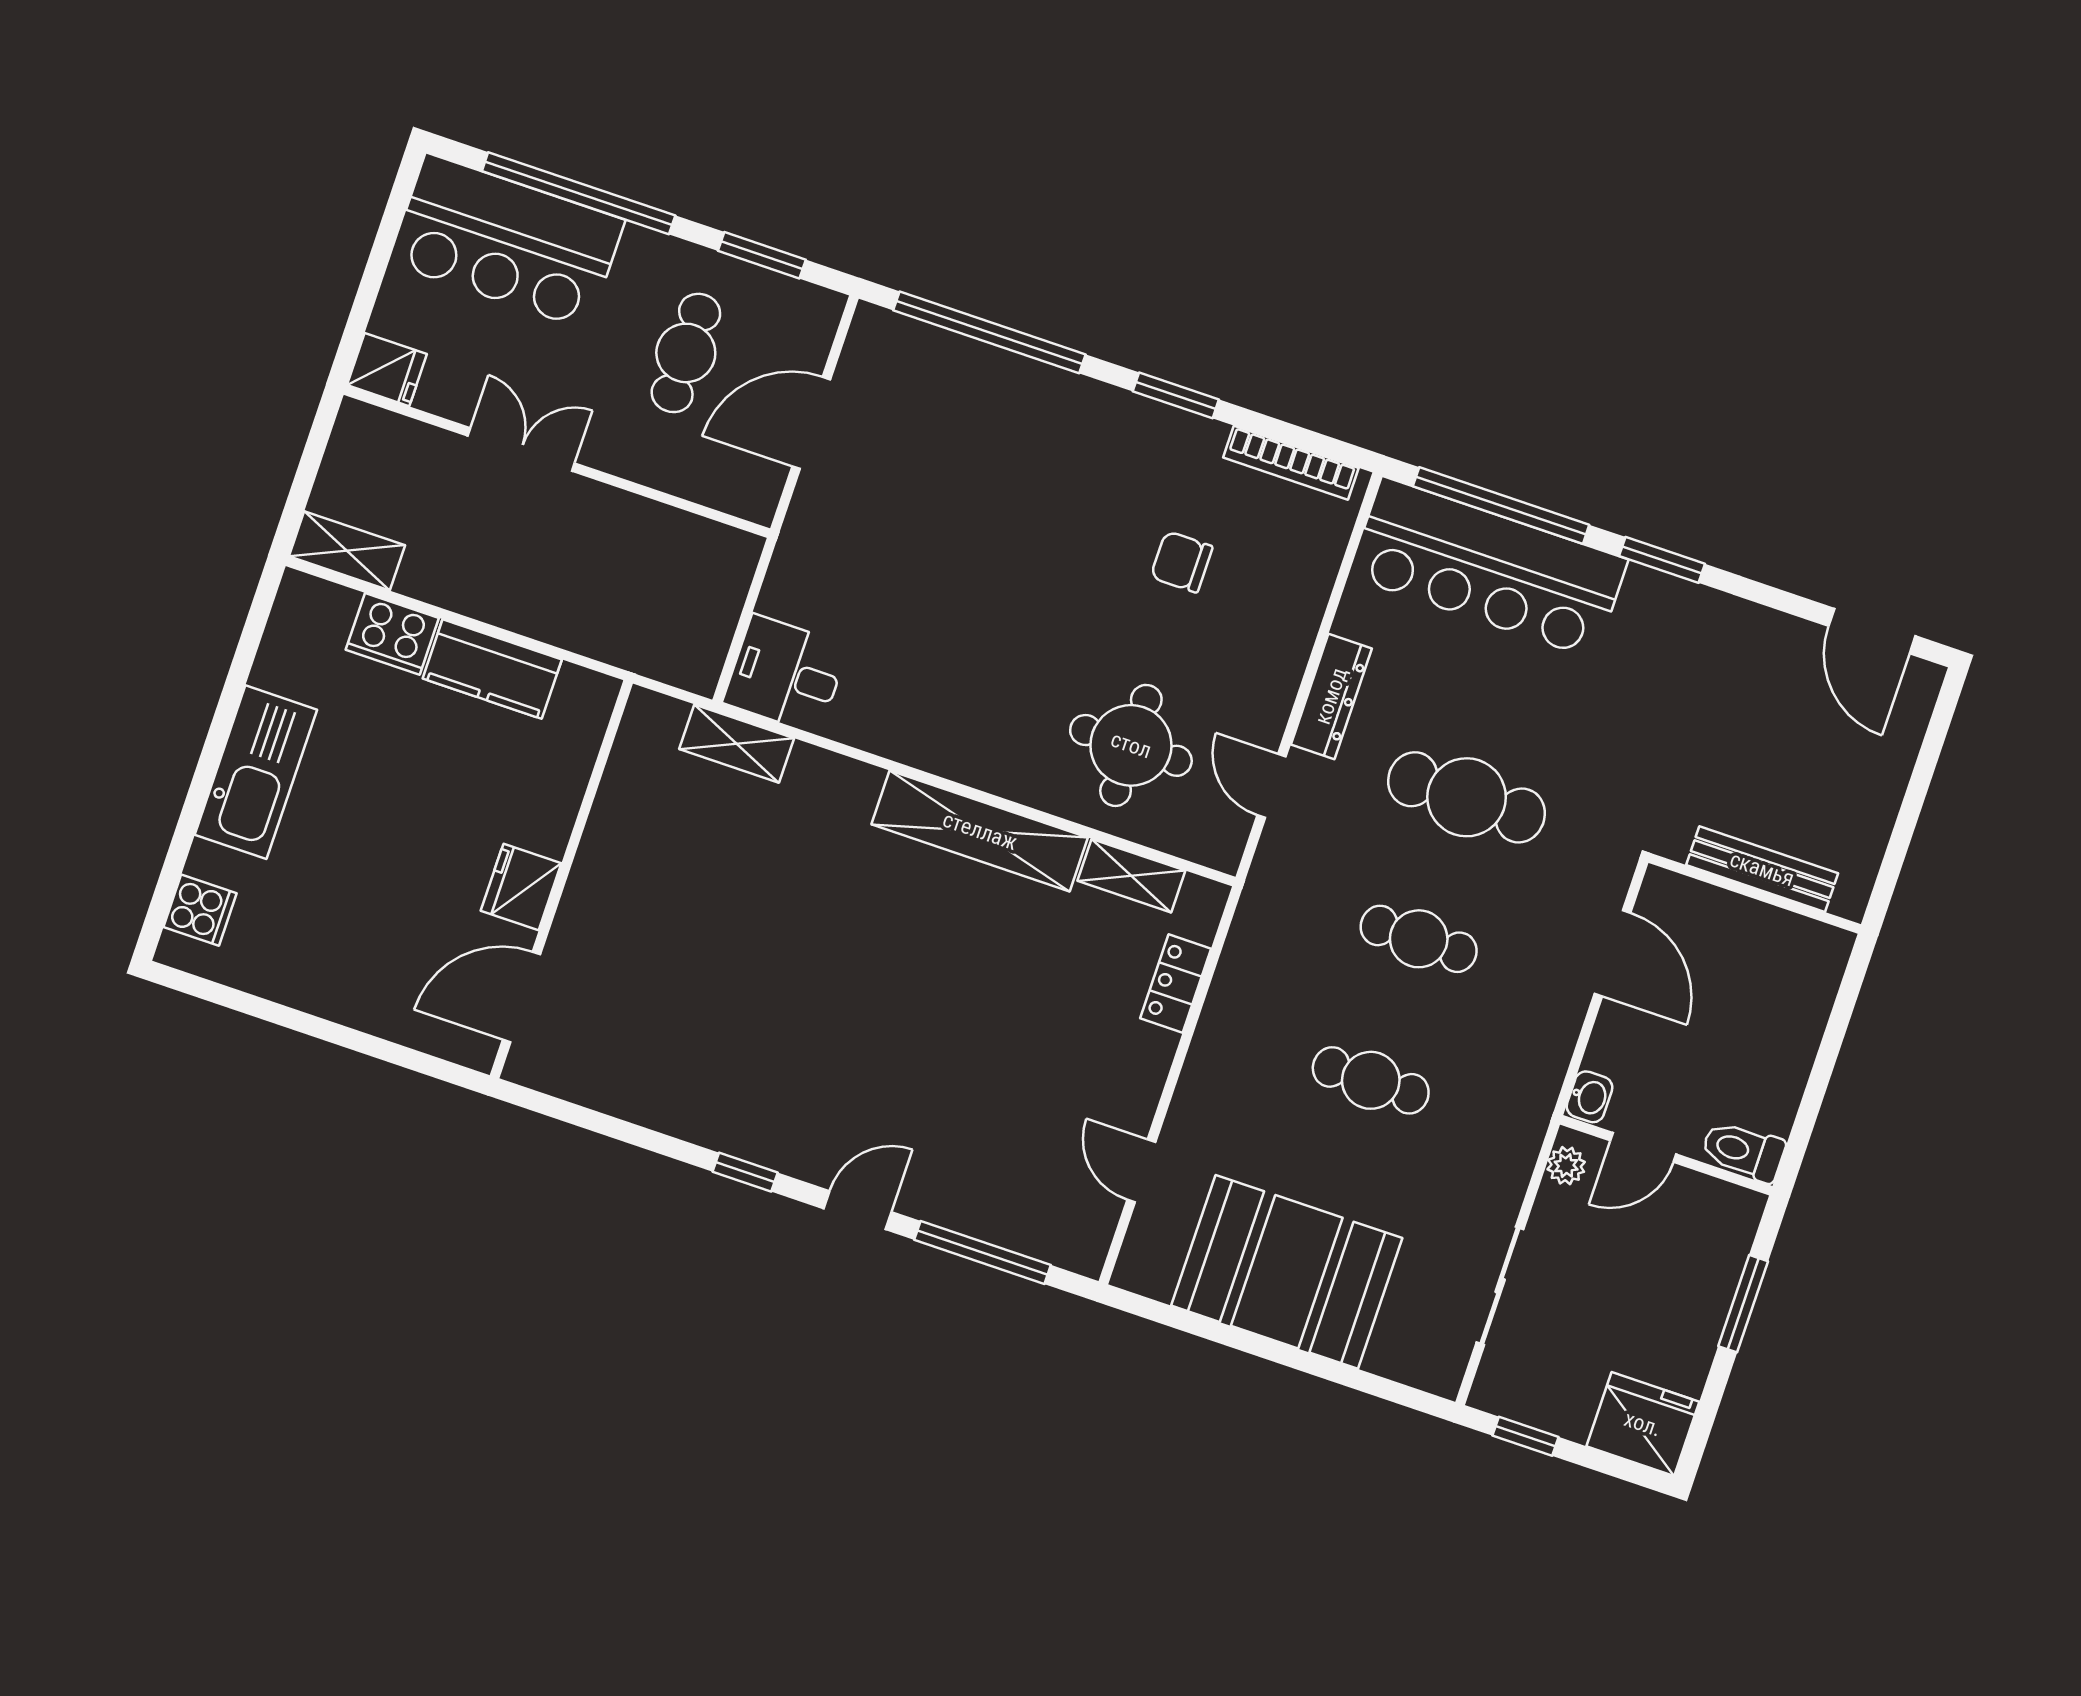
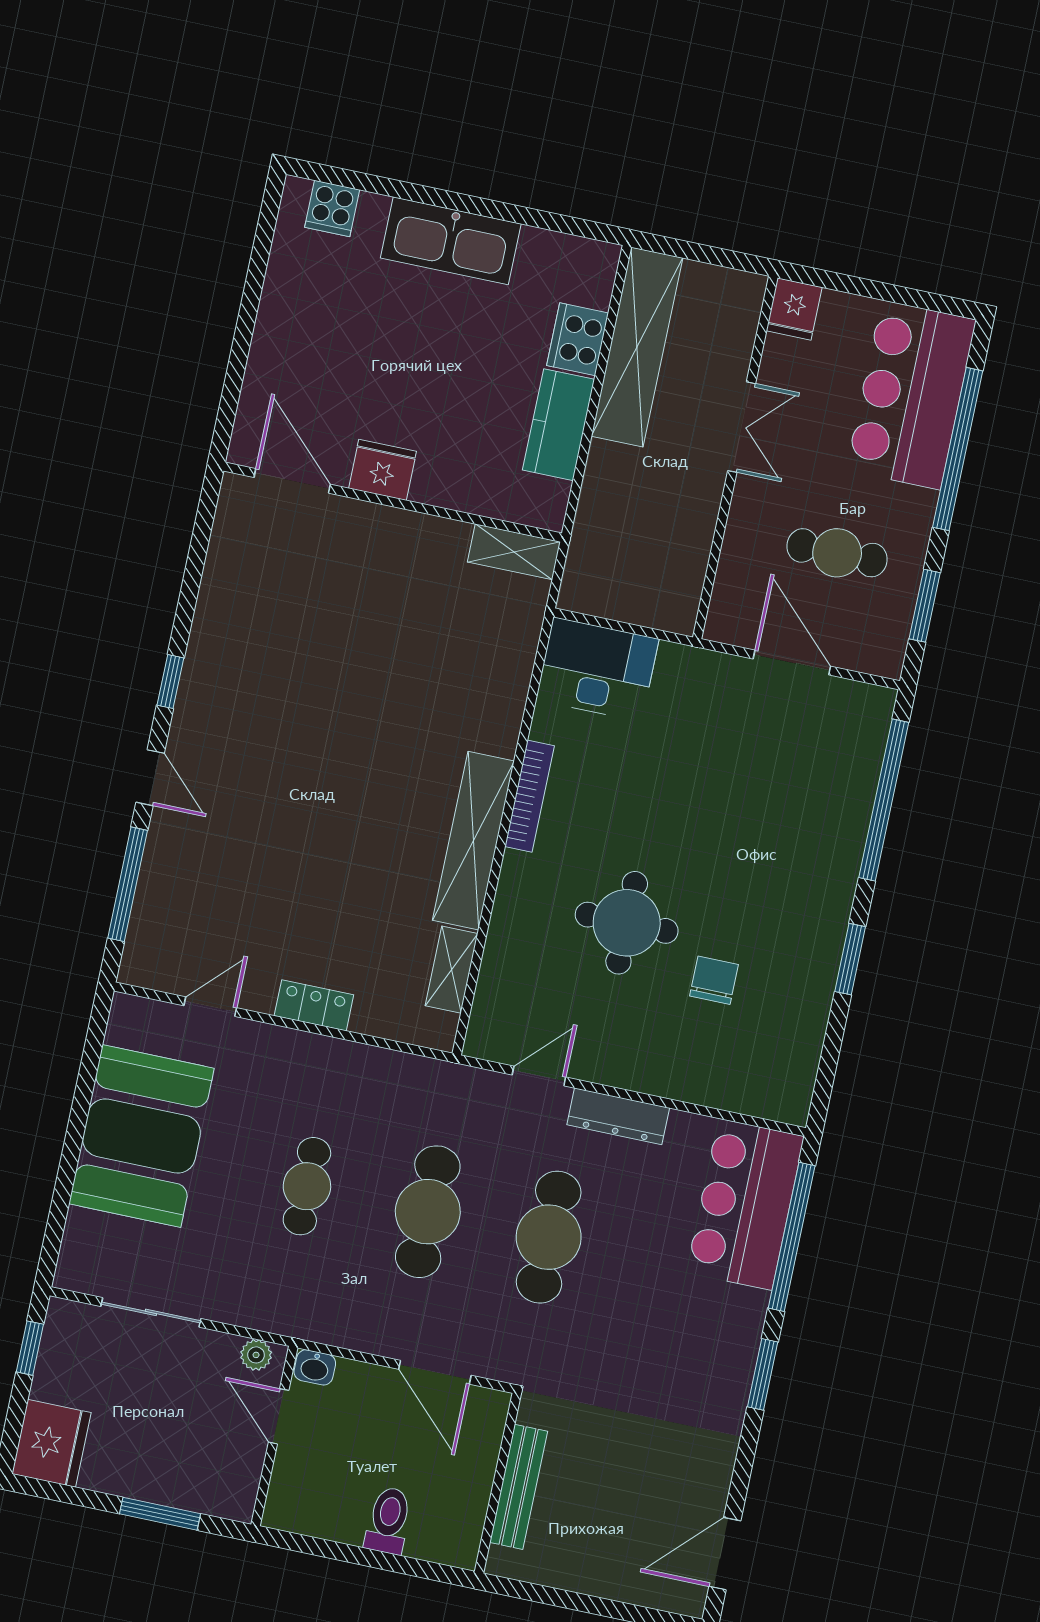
bookcase: (1291, 463) -> (530, 796), moved, turned 180
shelving: (347, 551) -> (637, 347), width x2.20, depth x1.33
bar counter: (1488, 568) -> (745, 1204), width x0.73
desk: (786, 674) -> (597, 669), width x1.37
shelving: (737, 744) -> (514, 552), moved, turned 90
round table: (1131, 745) -> (627, 923), moved
cafe table: (1419, 939) -> (428, 1212), width x1.37, depth x1.35
door: (1613, 953) -> (435, 1372), hinge flipped
locker: (1176, 983) -> (314, 1005), moved
toilet: (1743, 1151) -> (388, 1520), moved

